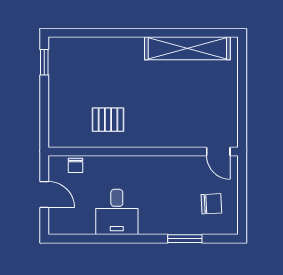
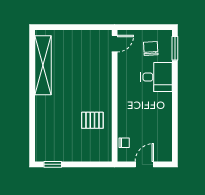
pallet: (108, 120) -> (92, 120), turned 90
desk: (117, 212) -> (156, 77), moved
window: (185, 239) -> (175, 48), moved

